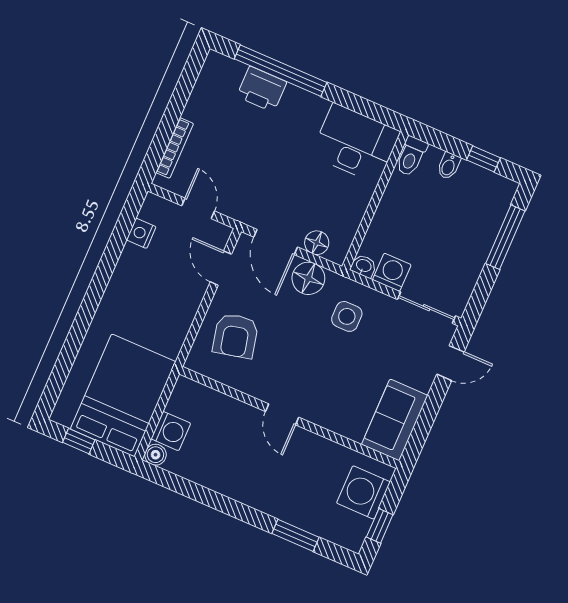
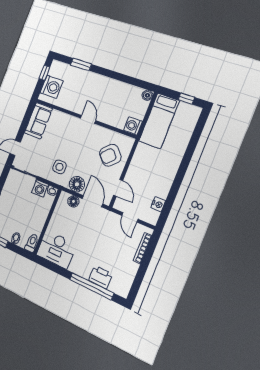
armchair: (235, 336) -> (110, 155), turned -121
bed: (123, 395) -> (159, 121), width x0.67
washing machine: (171, 431) -> (133, 126), moved

